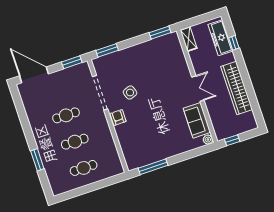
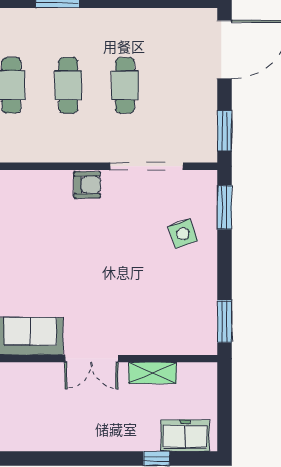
freezer: (220, 38) -> (185, 436), width x0.71
shelving: (189, 39) -> (152, 373), moved
wardrobe: (237, 88) -> (67, 434), removed
side table: (130, 93) -> (183, 234), moved

